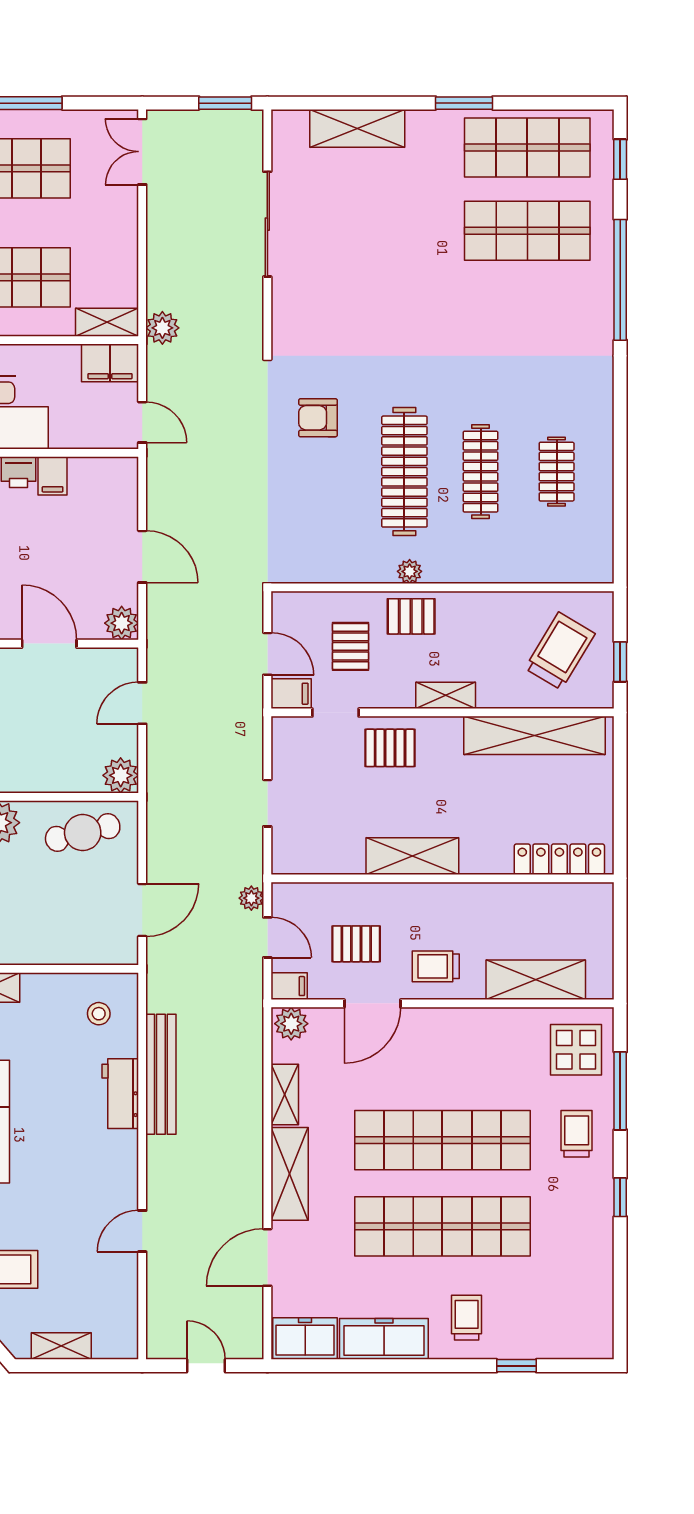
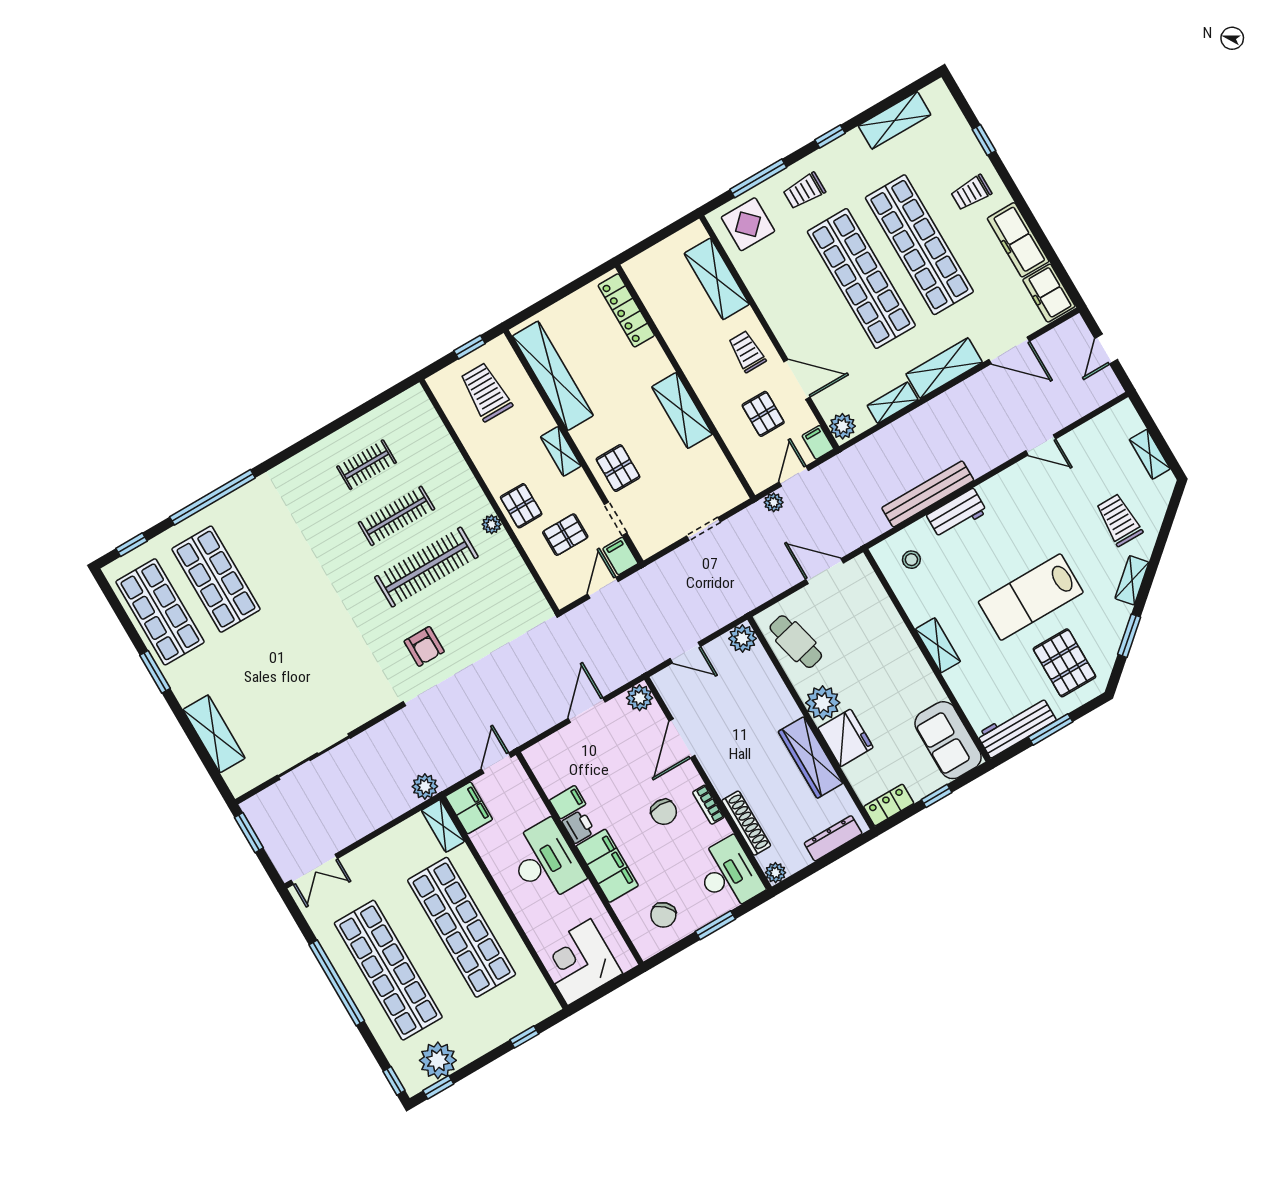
trolley: (560, 651) -> (486, 392), turned 59
trolley: (436, 966) -> (747, 351), turned 180
shelving: (596, 1279) -> (895, 120), added

